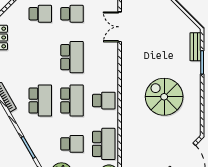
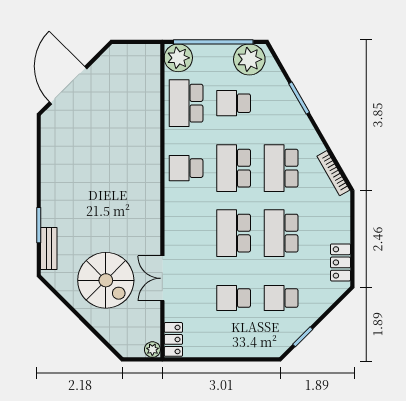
double door: (120, 27) -> (162, 278), swing flipped
school desk: (40, 57) -> (281, 233), added
spiral stairs: (164, 97) -> (106, 280), moved

